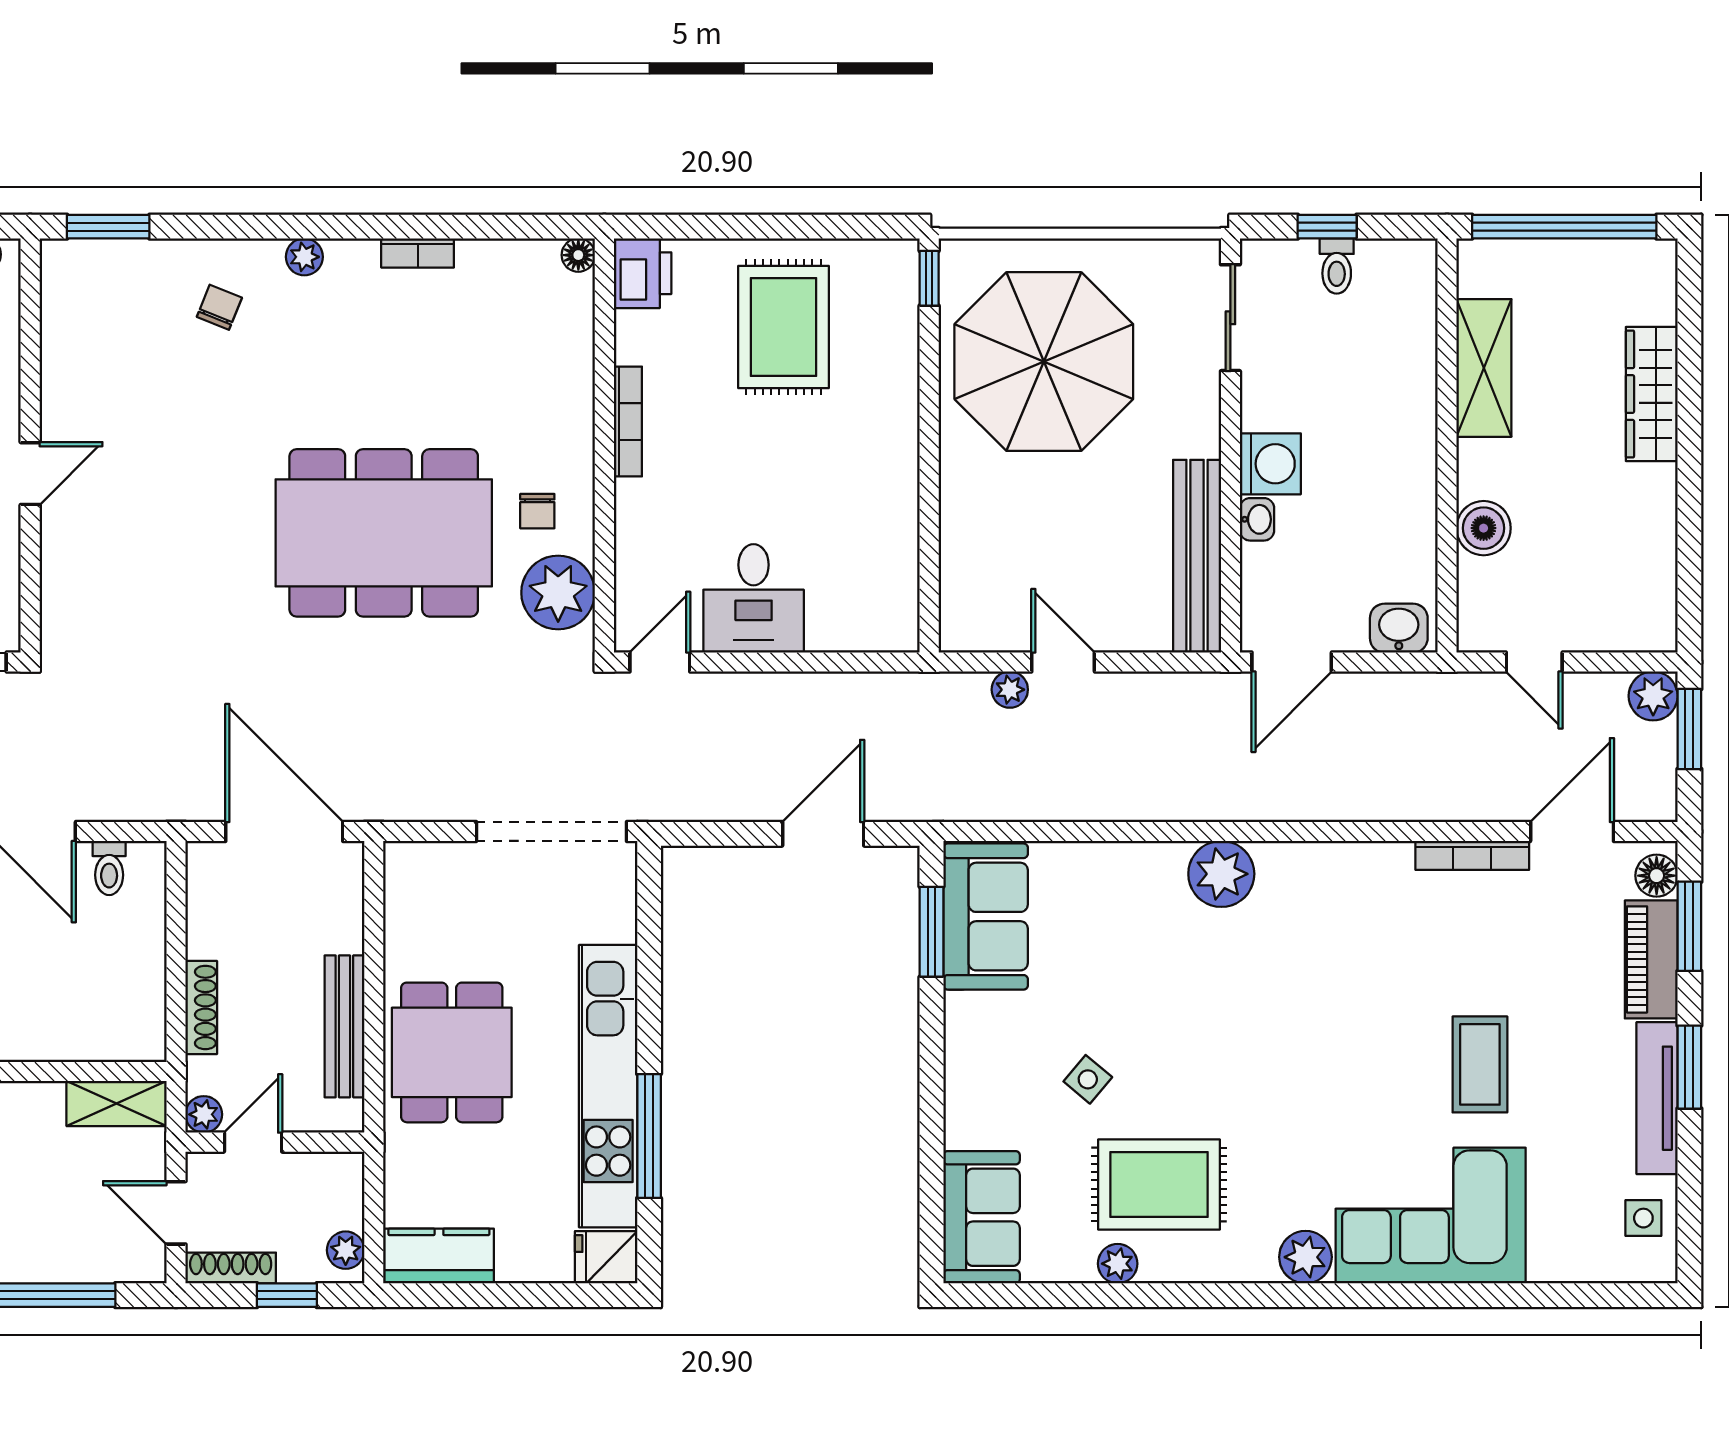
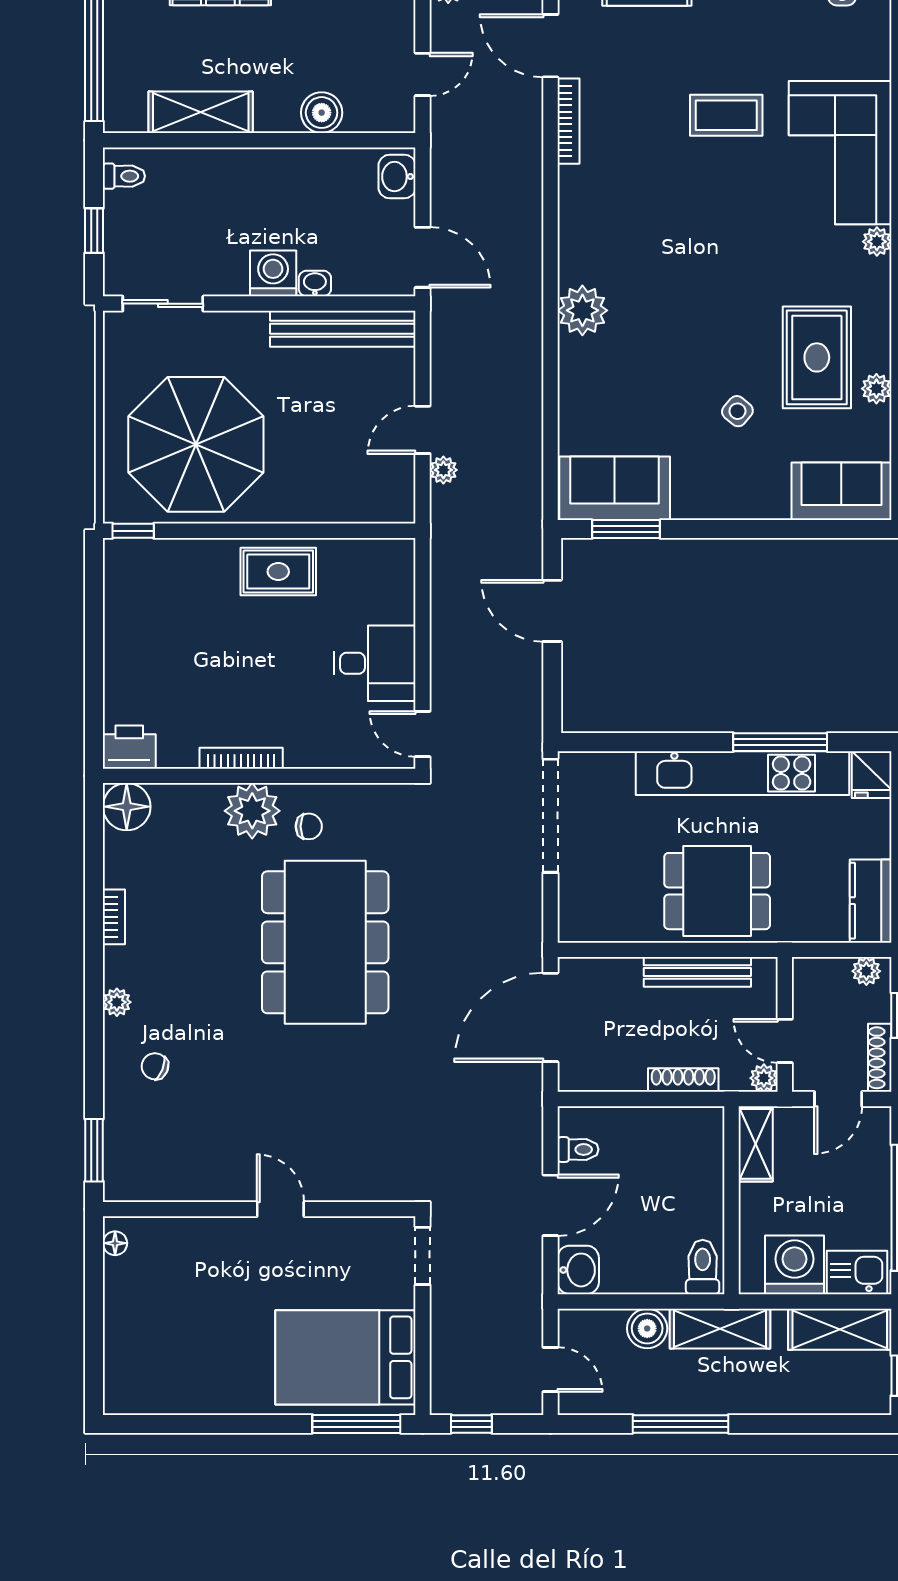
floor lamp: (578, 255) -> (127, 807), width x1.89, depth x1.89
toilet: (1337, 266) -> (124, 176), moved
rug: (784, 327) -> (278, 572), moved, width x0.73, depth x0.70
plant: (558, 593) -> (252, 811), moved
plant: (1305, 1257) -> (877, 242), width x0.73, depth x0.73

